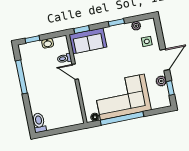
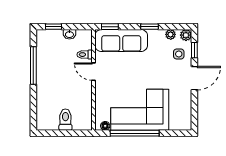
sofa: (88, 41) -> (121, 40), width x1.36
plant: (161, 81) -> (186, 35), moved
window: (170, 88) -> (194, 50), moved
toilet: (39, 123) -> (65, 120), moved

